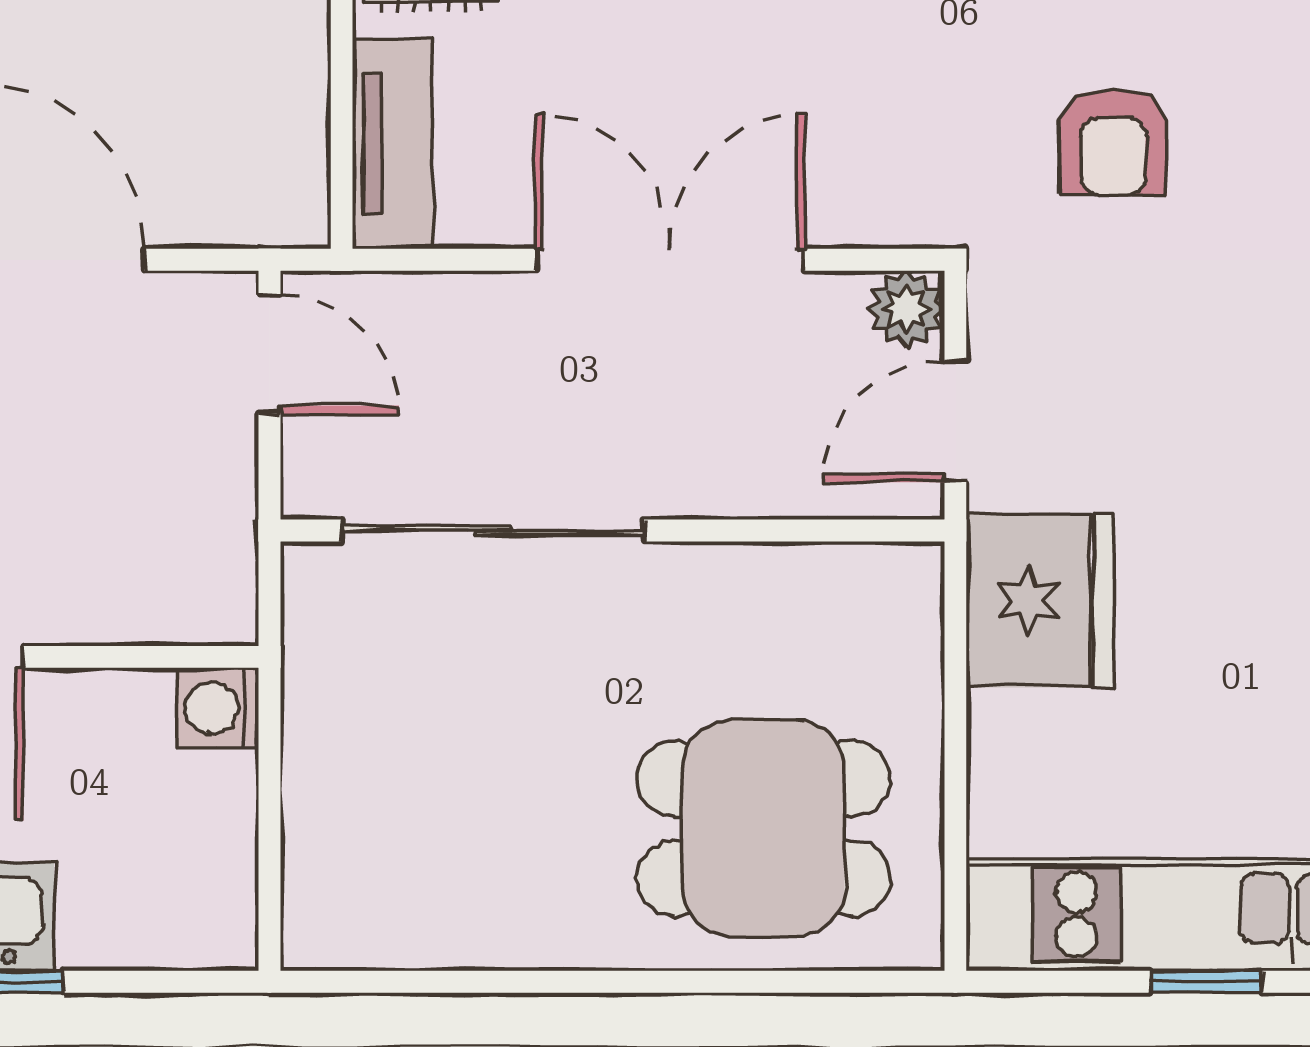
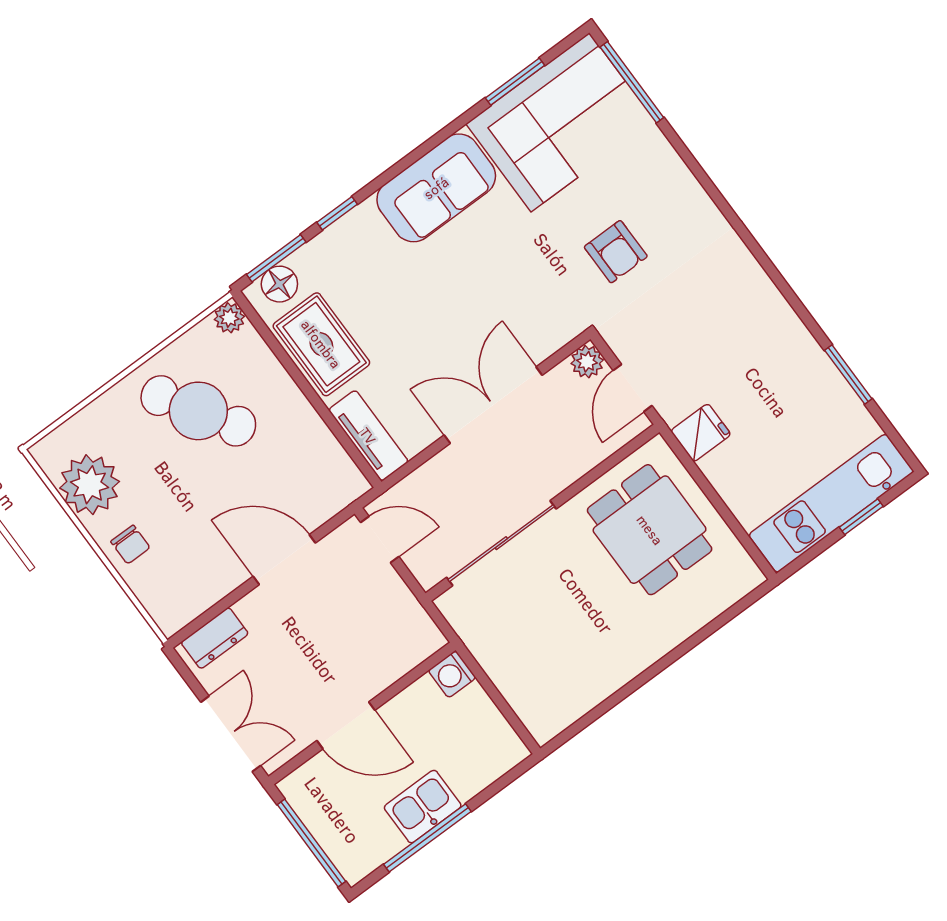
fridge: (1040, 600) -> (701, 433), width x0.53, depth x0.75
dining table: (763, 829) -> (650, 530), moved, turned 90

